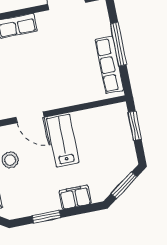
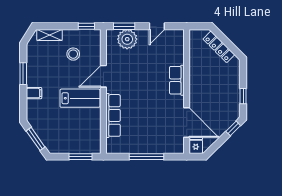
row of seats: (109, 65) -> (113, 115), moved, turned 90
filing cabinet: (75, 197) -> (34, 93), width x0.50

